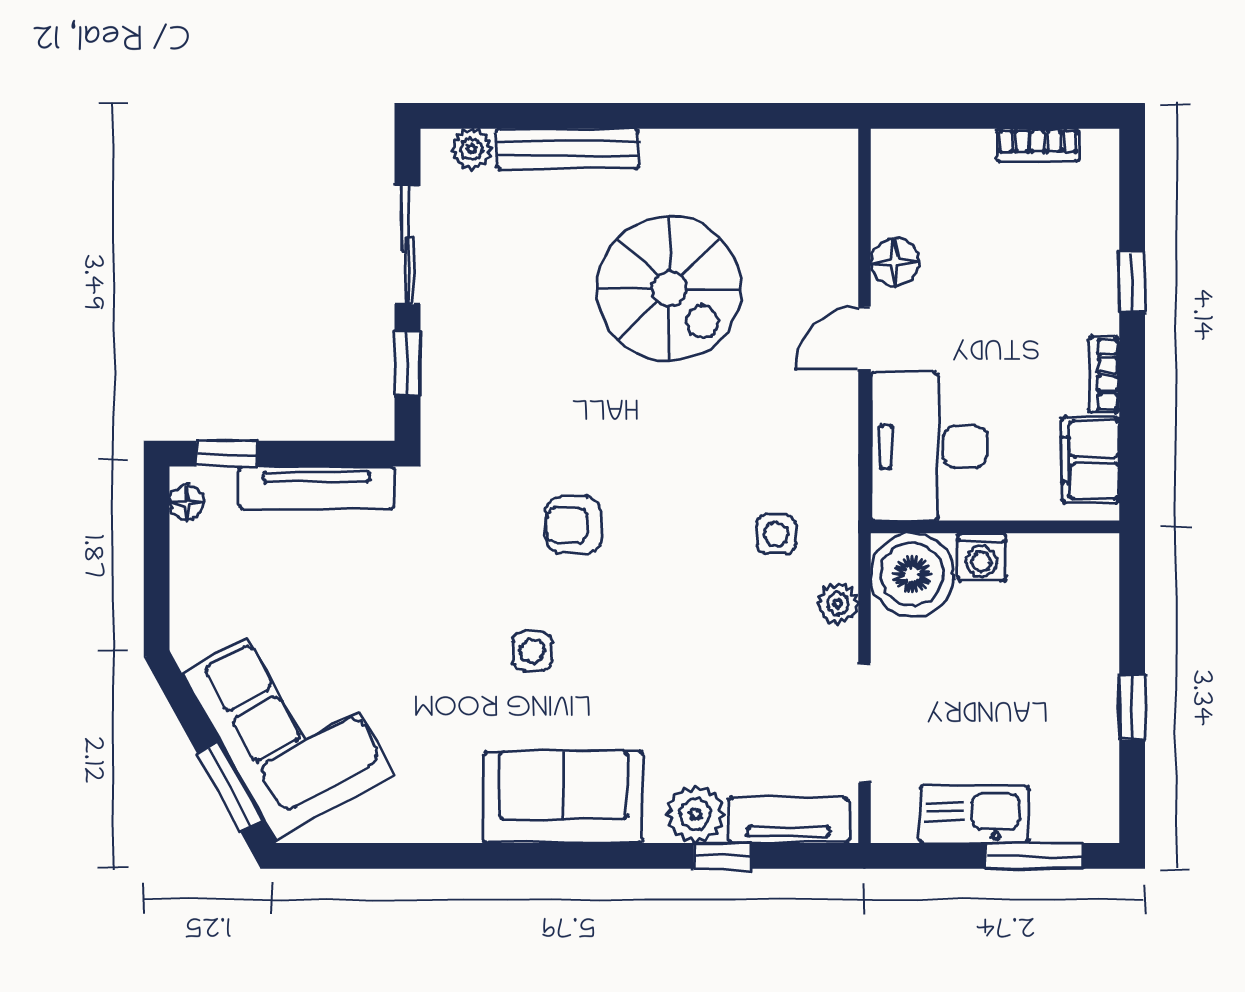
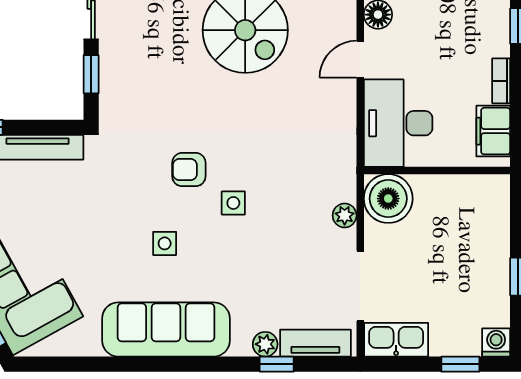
side table: (776, 534) -> (233, 203), moved
washing machine: (982, 557) -> (496, 343), moved, turned 180
sofa: (563, 797) -> (166, 329), width x1.36
plant: (695, 814) -> (265, 344), width x0.73, depth x0.73
kitchen sink: (974, 814) -> (396, 340), moved
window: (1035, 856) -> (460, 364), width x0.67

